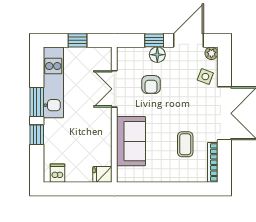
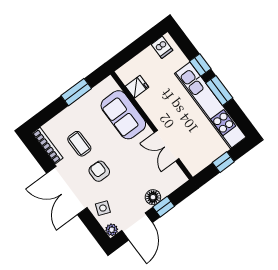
kitchen unit: (53, 82) -> (210, 105), width x1.36
armchair: (151, 85) -> (99, 171), moved
double door: (114, 89) -> (167, 146), swing flipped
fridge: (102, 174) -> (137, 87), moved
window: (156, 189) -> (76, 92), added

